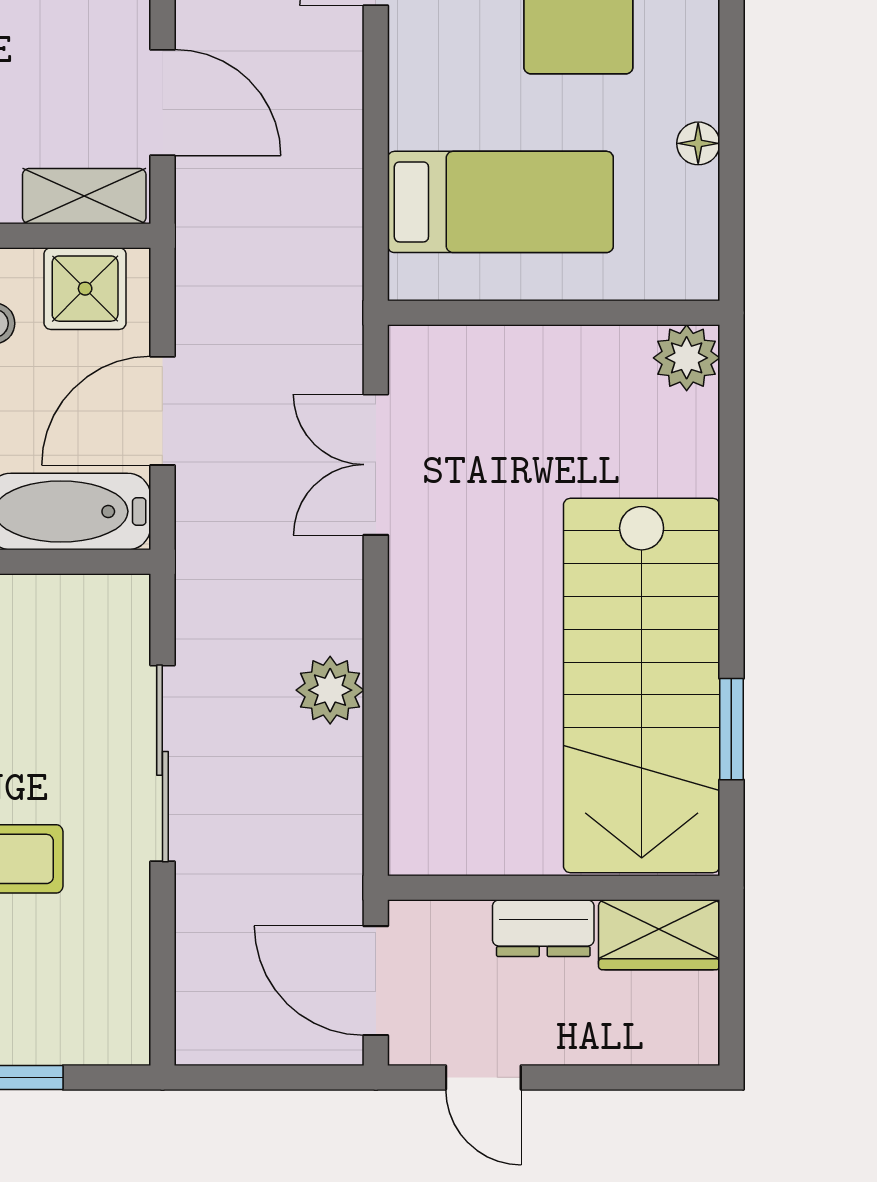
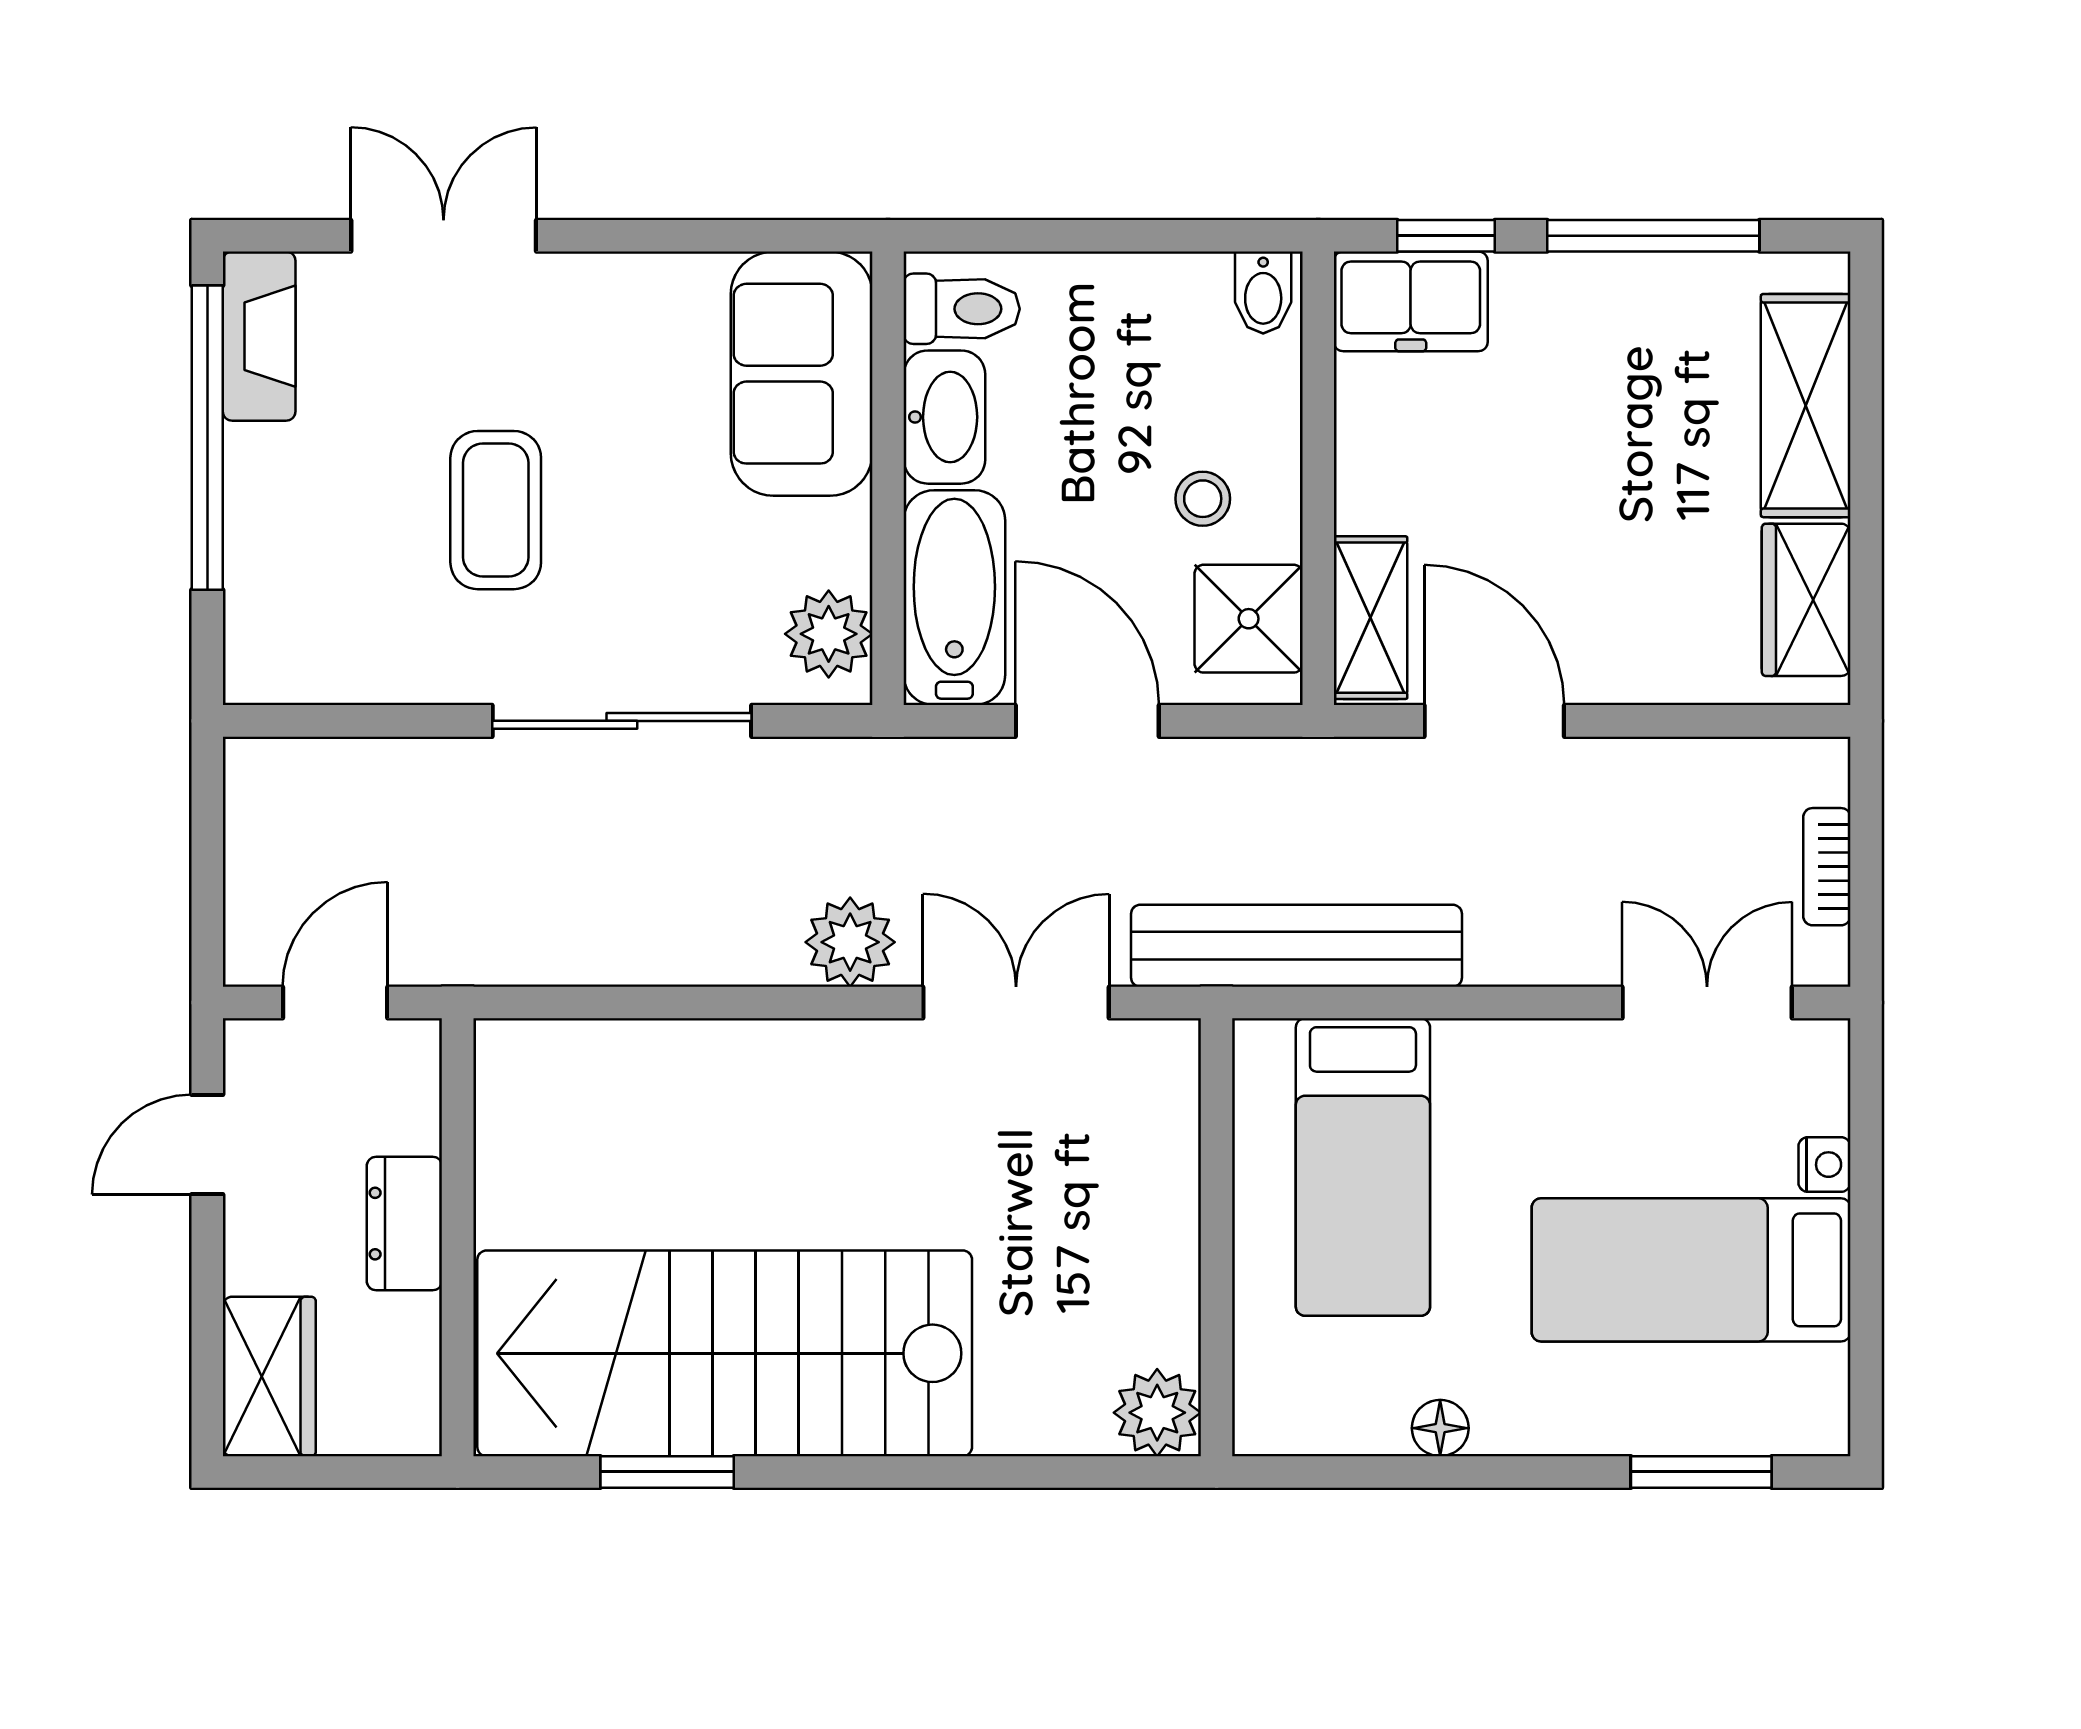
door: (162, 102) -> (1494, 721), swing flipped
bench: (333, 252) -> (1296, 946), added
plant: (97, 607) -> (829, 634), added
plant: (330, 690) -> (850, 942), moved
wardrobe: (659, 935) -> (269, 1376), moved, turned 180
door: (376, 981) -> (335, 1003), width x0.73

